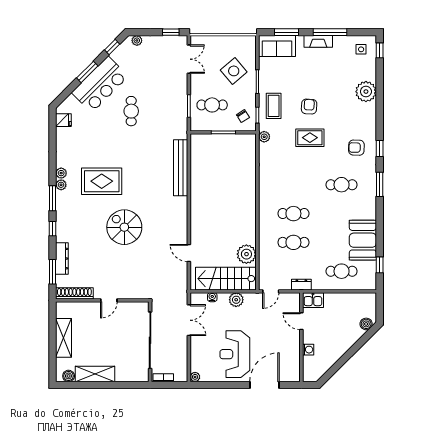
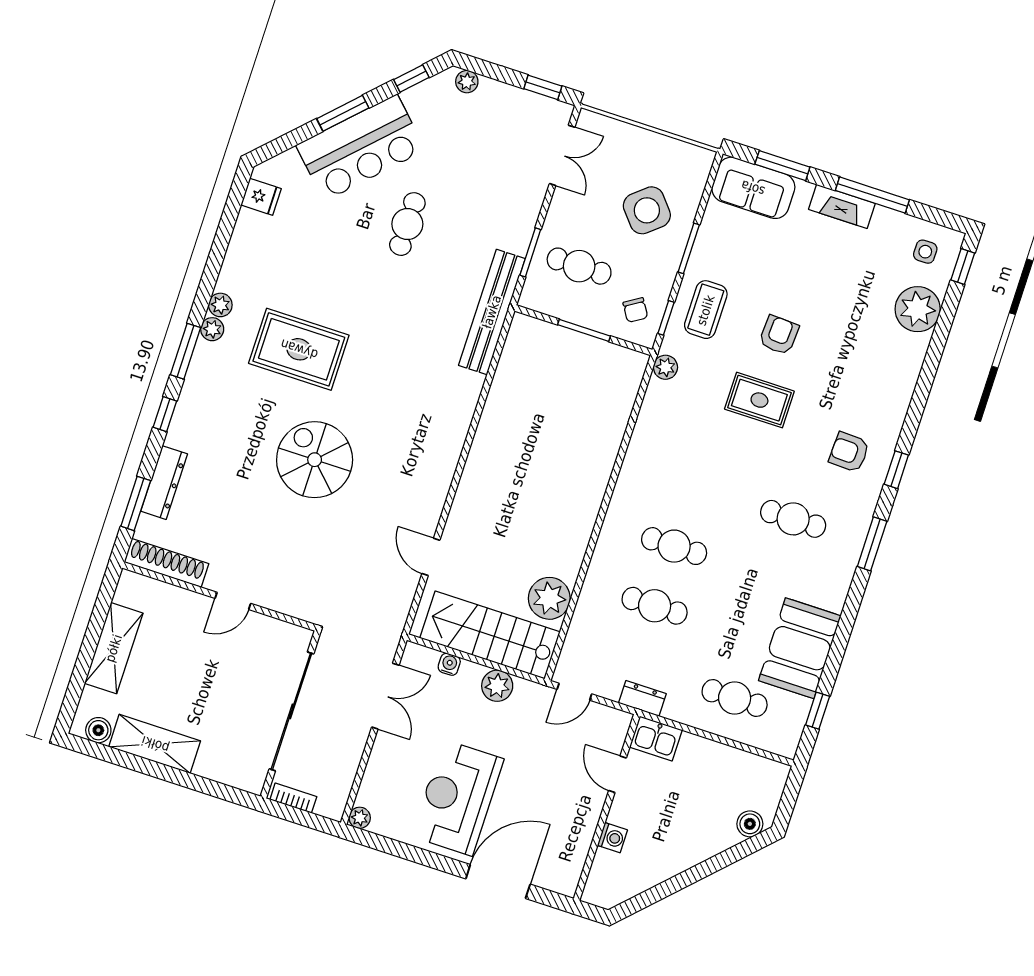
plant: (366, 92) -> (918, 309), moved
bench: (181, 168) -> (492, 312), moved

